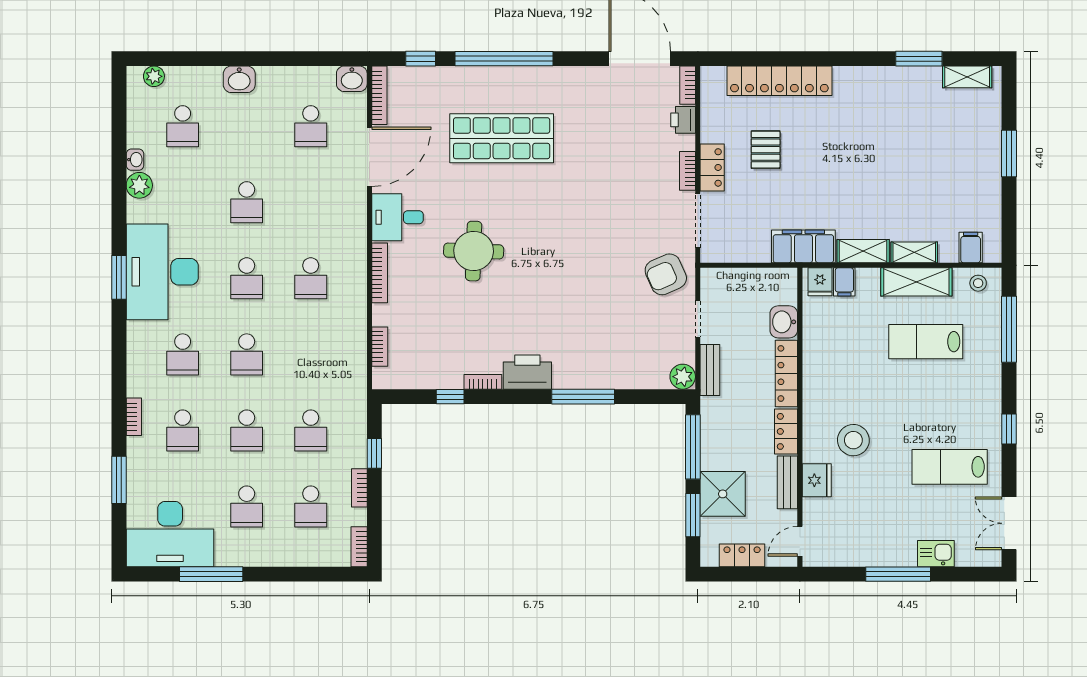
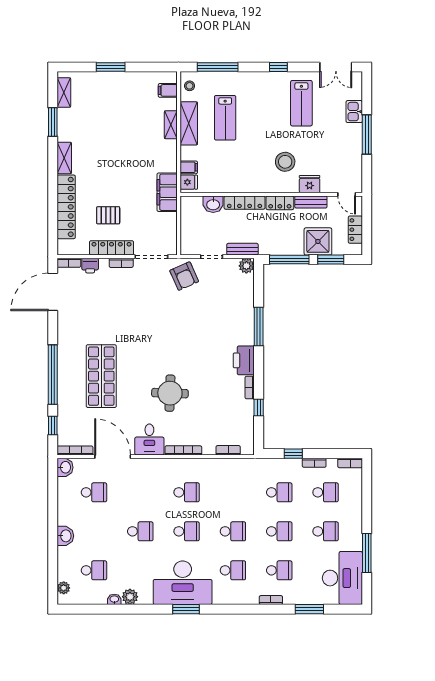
locker: (712, 167) -> (112, 248), width x1.53
shelving: (863, 251) -> (64, 158), moved

